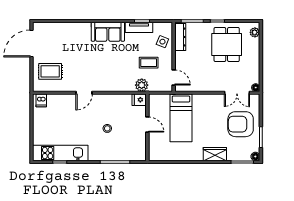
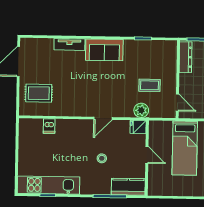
tv unit: (139, 27) -> (69, 44), moved
side table: (162, 42) -> (165, 62), removed
door: (84, 93) -> (103, 118), moved
dishwasher: (41, 100) -> (49, 126), moved
kitchen counter: (131, 153) -> (128, 187), added

